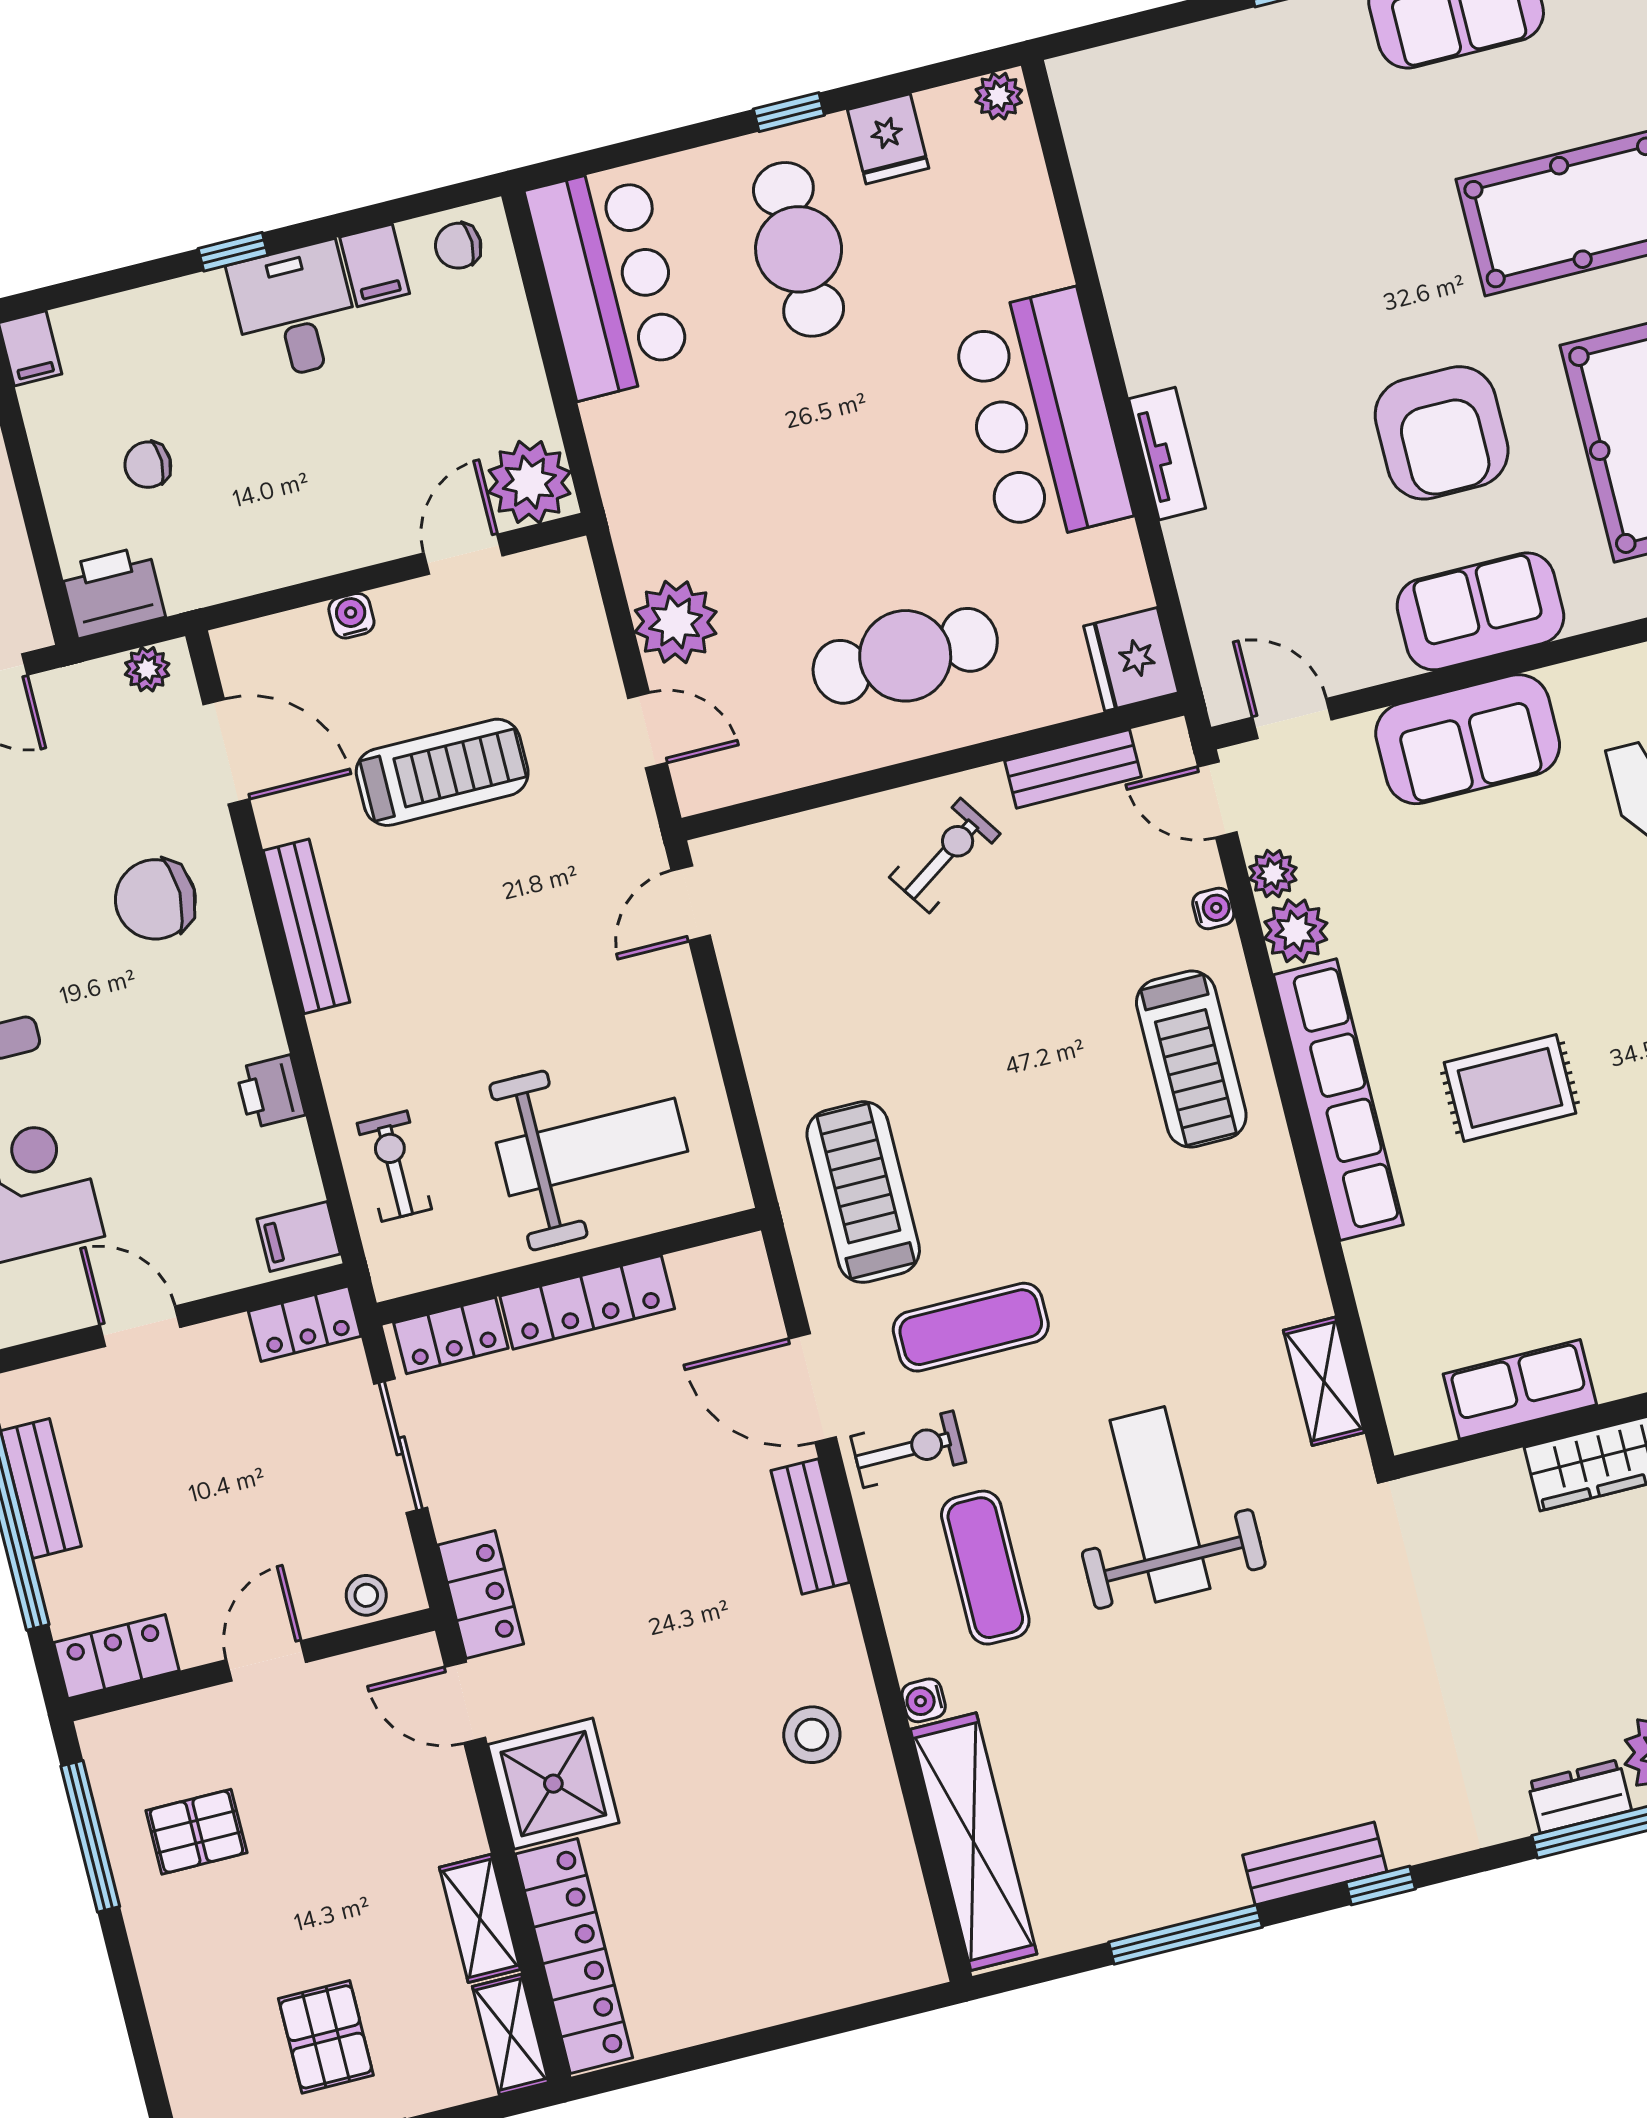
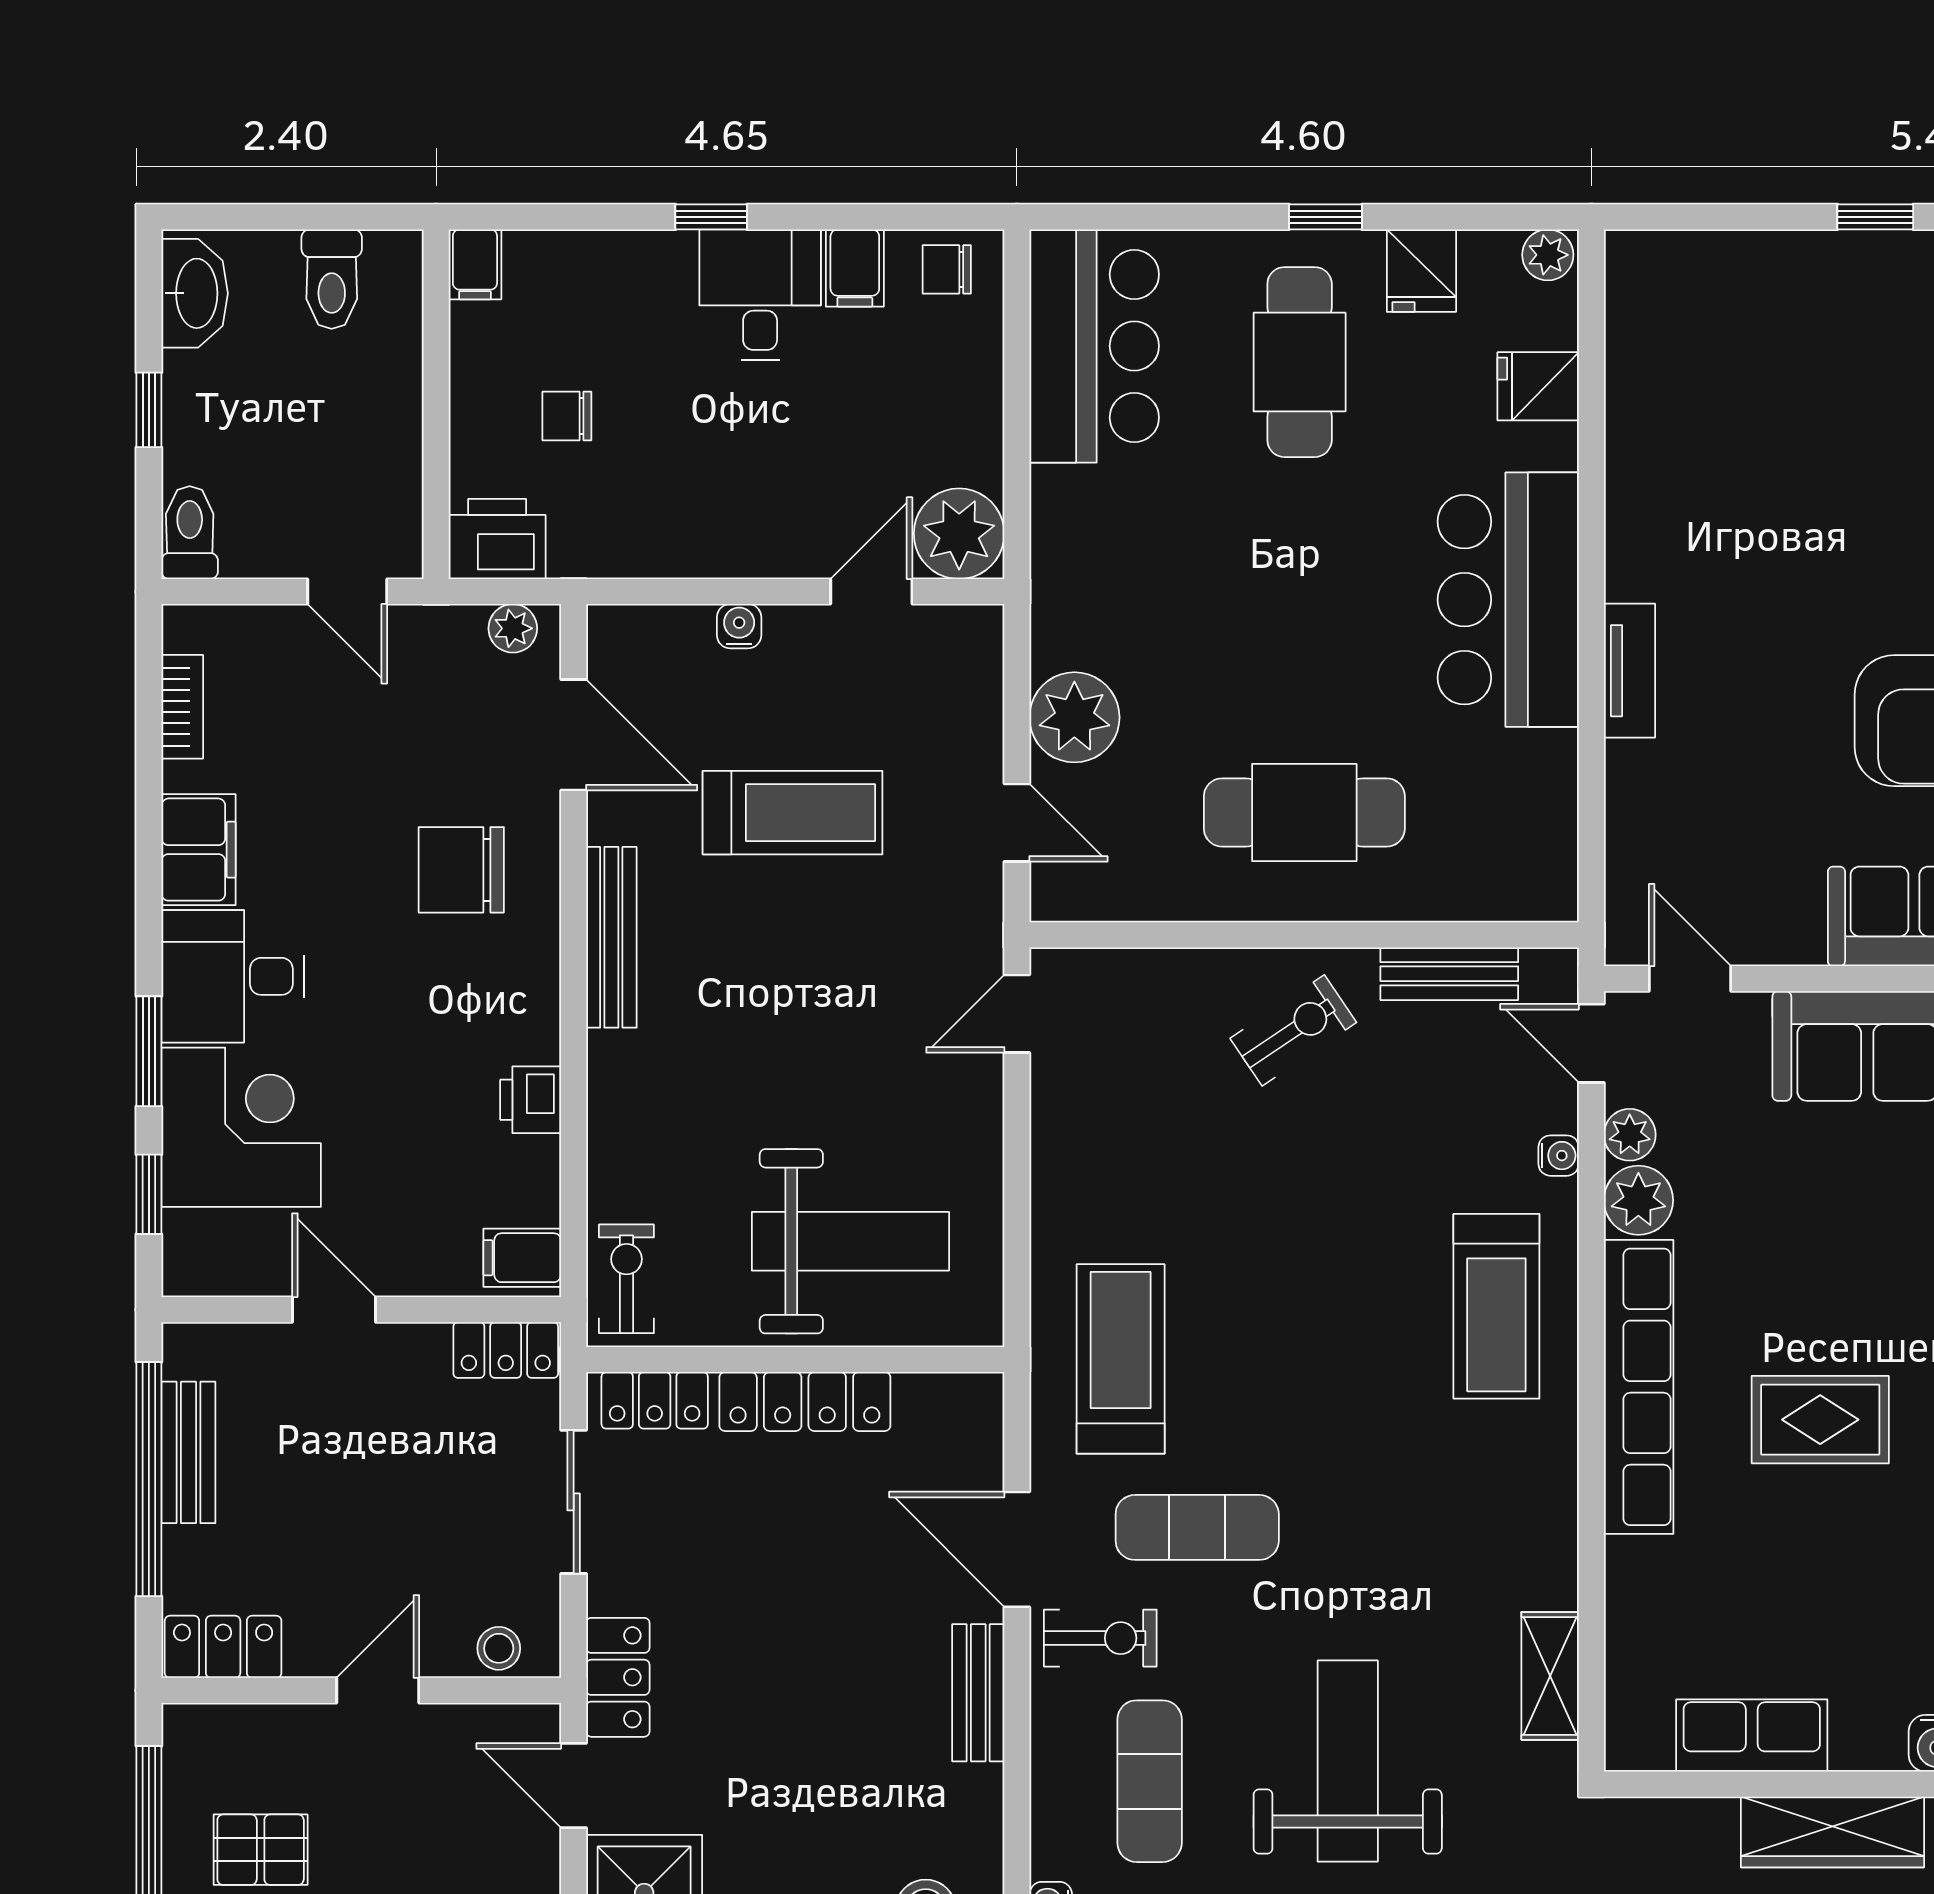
fridge: (1131, 659) -> (1538, 386), moved, width x0.72
exercise bike: (394, 1166) -> (626, 1279), moved

